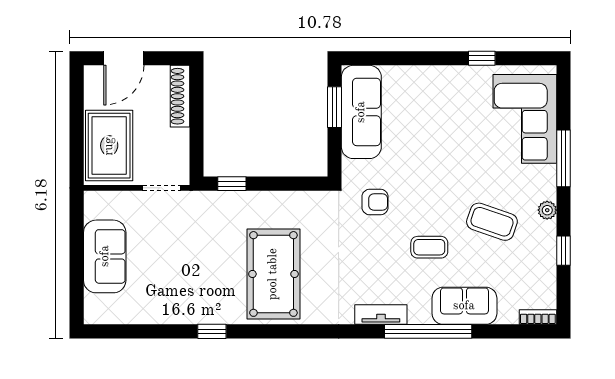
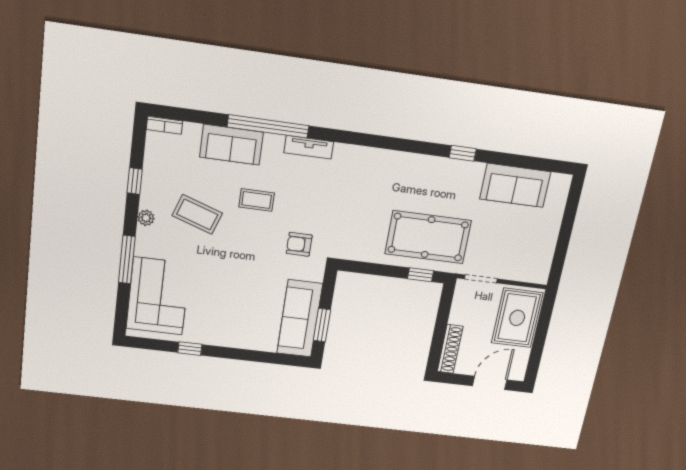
sofa: (105, 256) -> (515, 185), moved, turned -90
pool table: (273, 274) -> (428, 237), moved, turned 90

